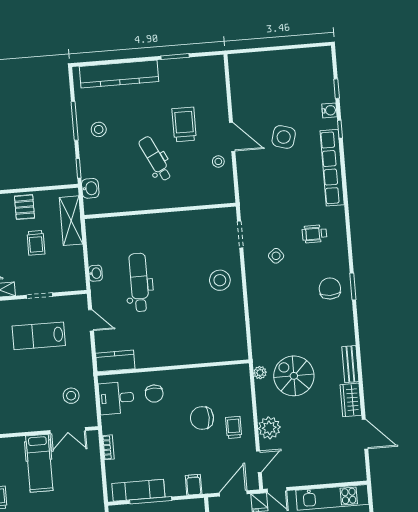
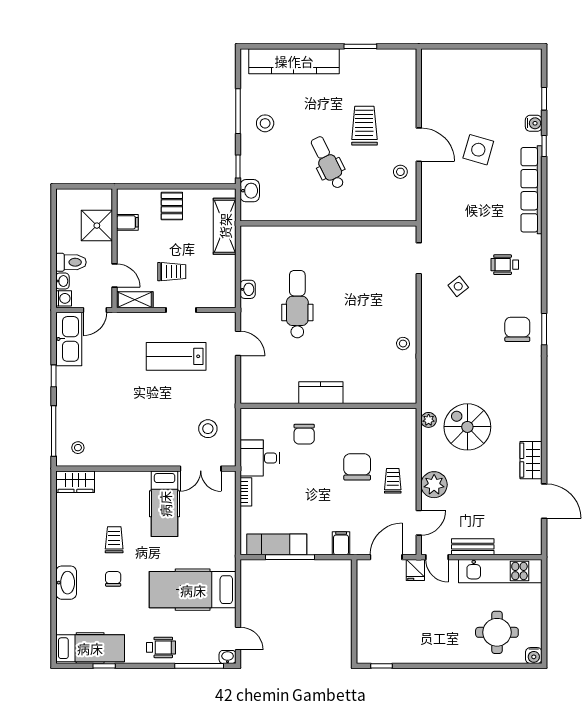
trolley: (36, 243) -> (172, 272), moved, turned -90
stool: (220, 280) -> (403, 344), moved, width x0.53, depth x0.53
kitchen counter: (115, 361) -> (321, 393), moved
bench: (350, 364) -> (473, 547), moved, turned 90
desk: (116, 398) -> (260, 458), moved
chair: (202, 418) -> (357, 467), turned 90

